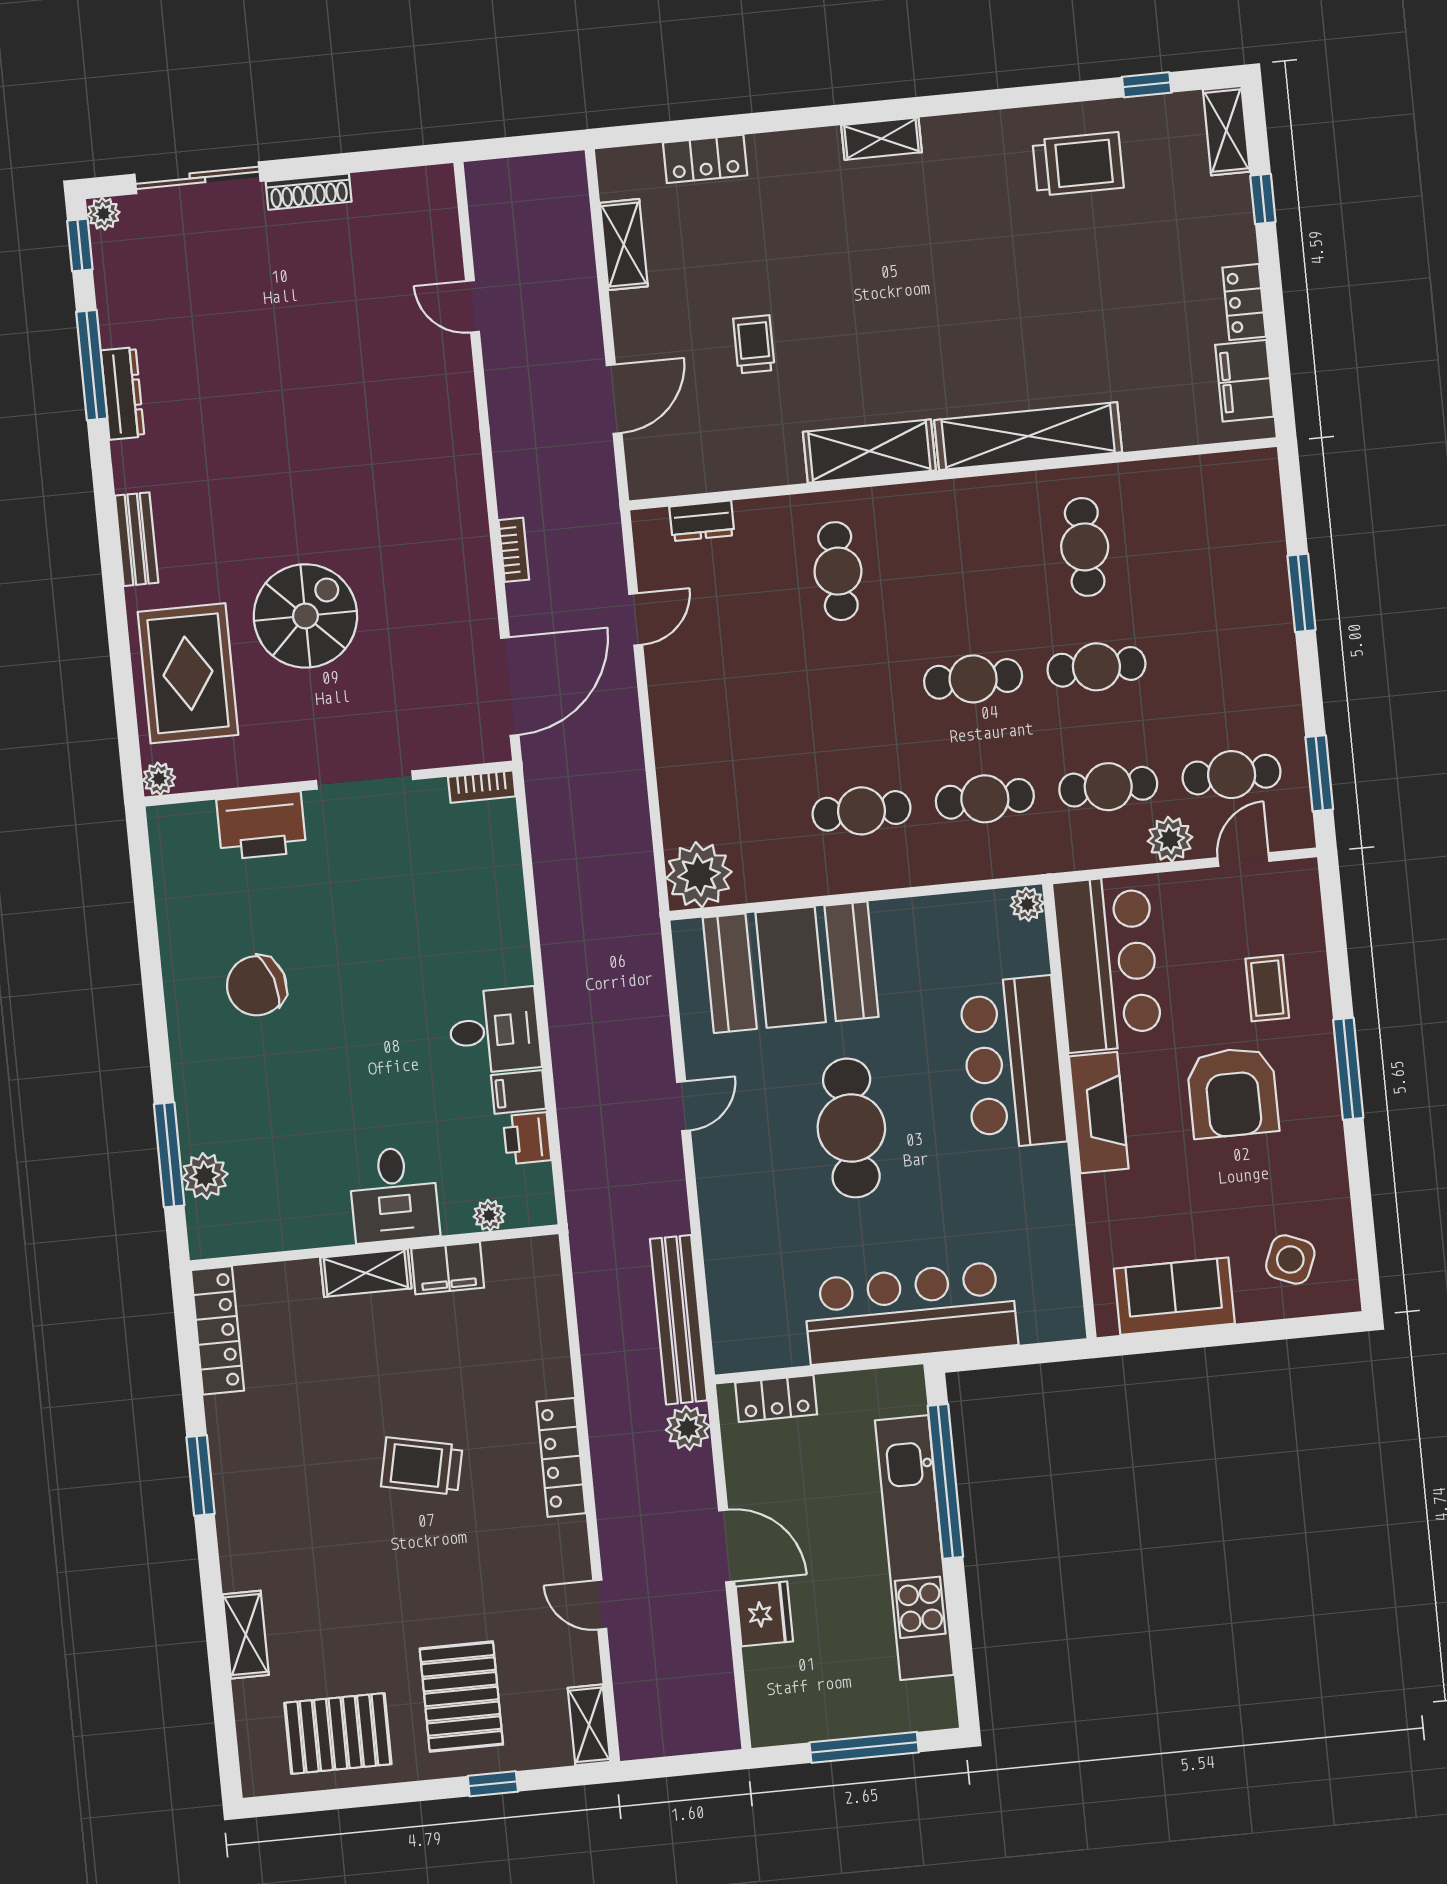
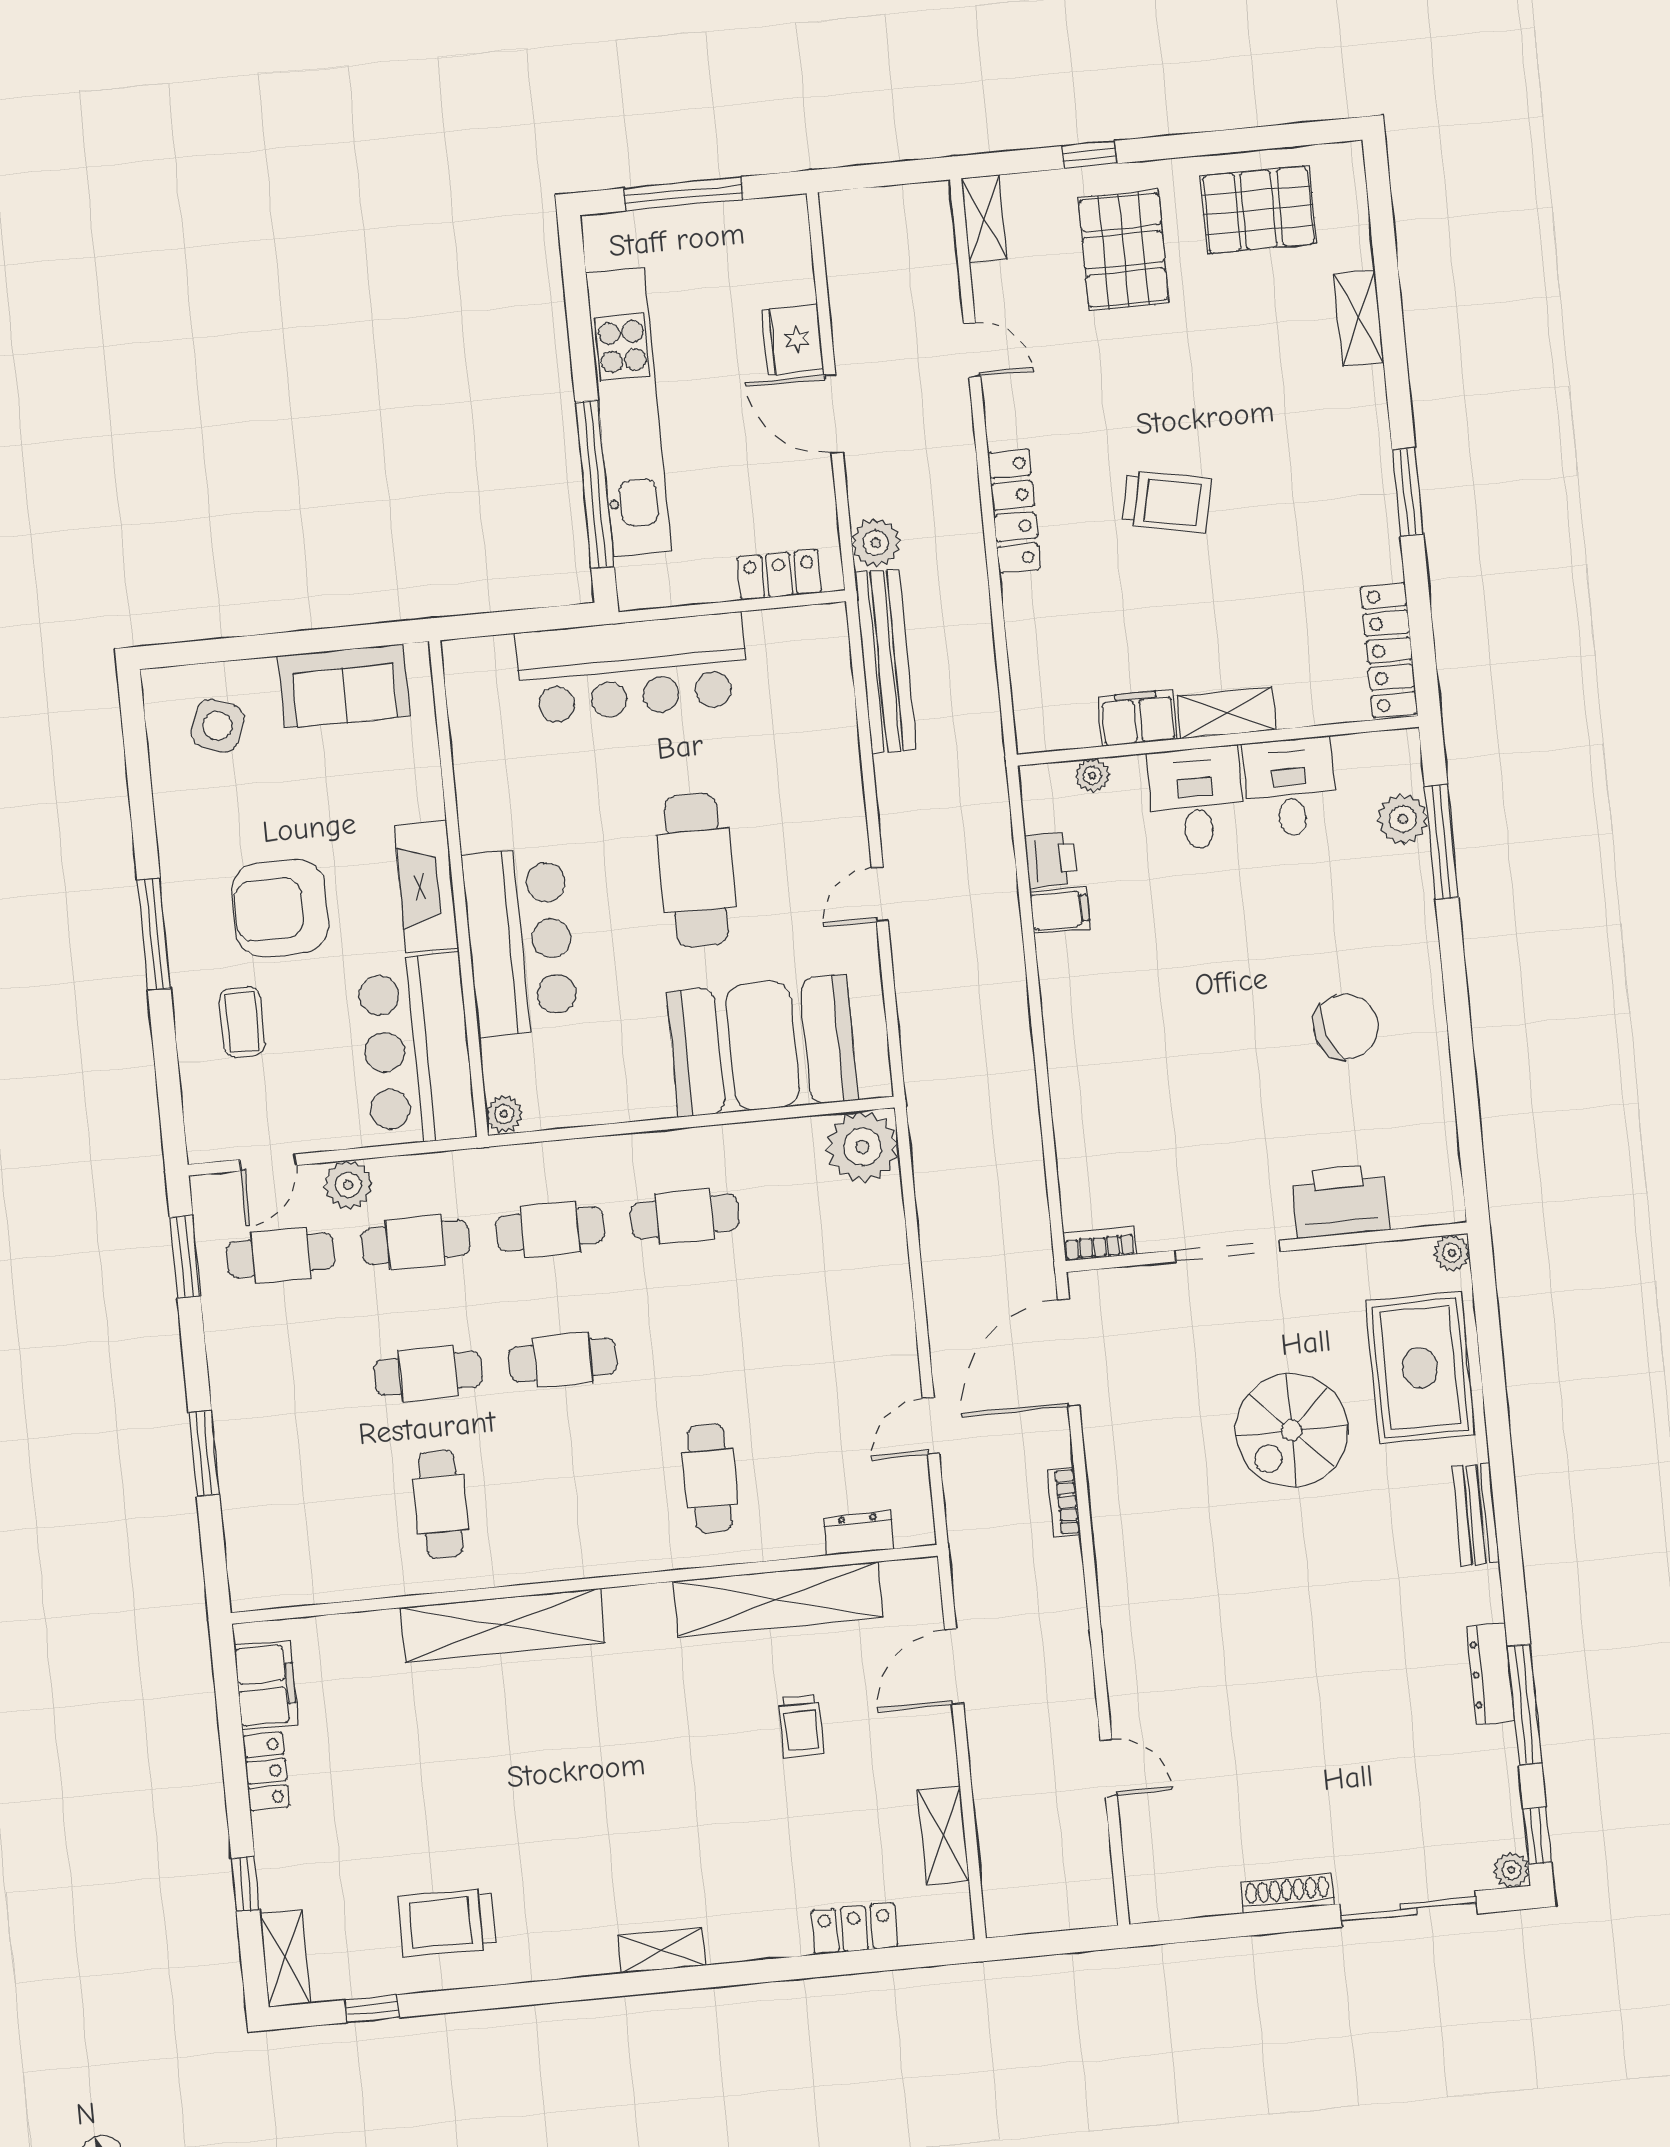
shelving: (869, 451) -> (778, 1599), moved, width x1.47
desk: (494, 1031) -> (1290, 787), moved, turned 90
armchair: (1233, 1093) -> (280, 908), turned -90

